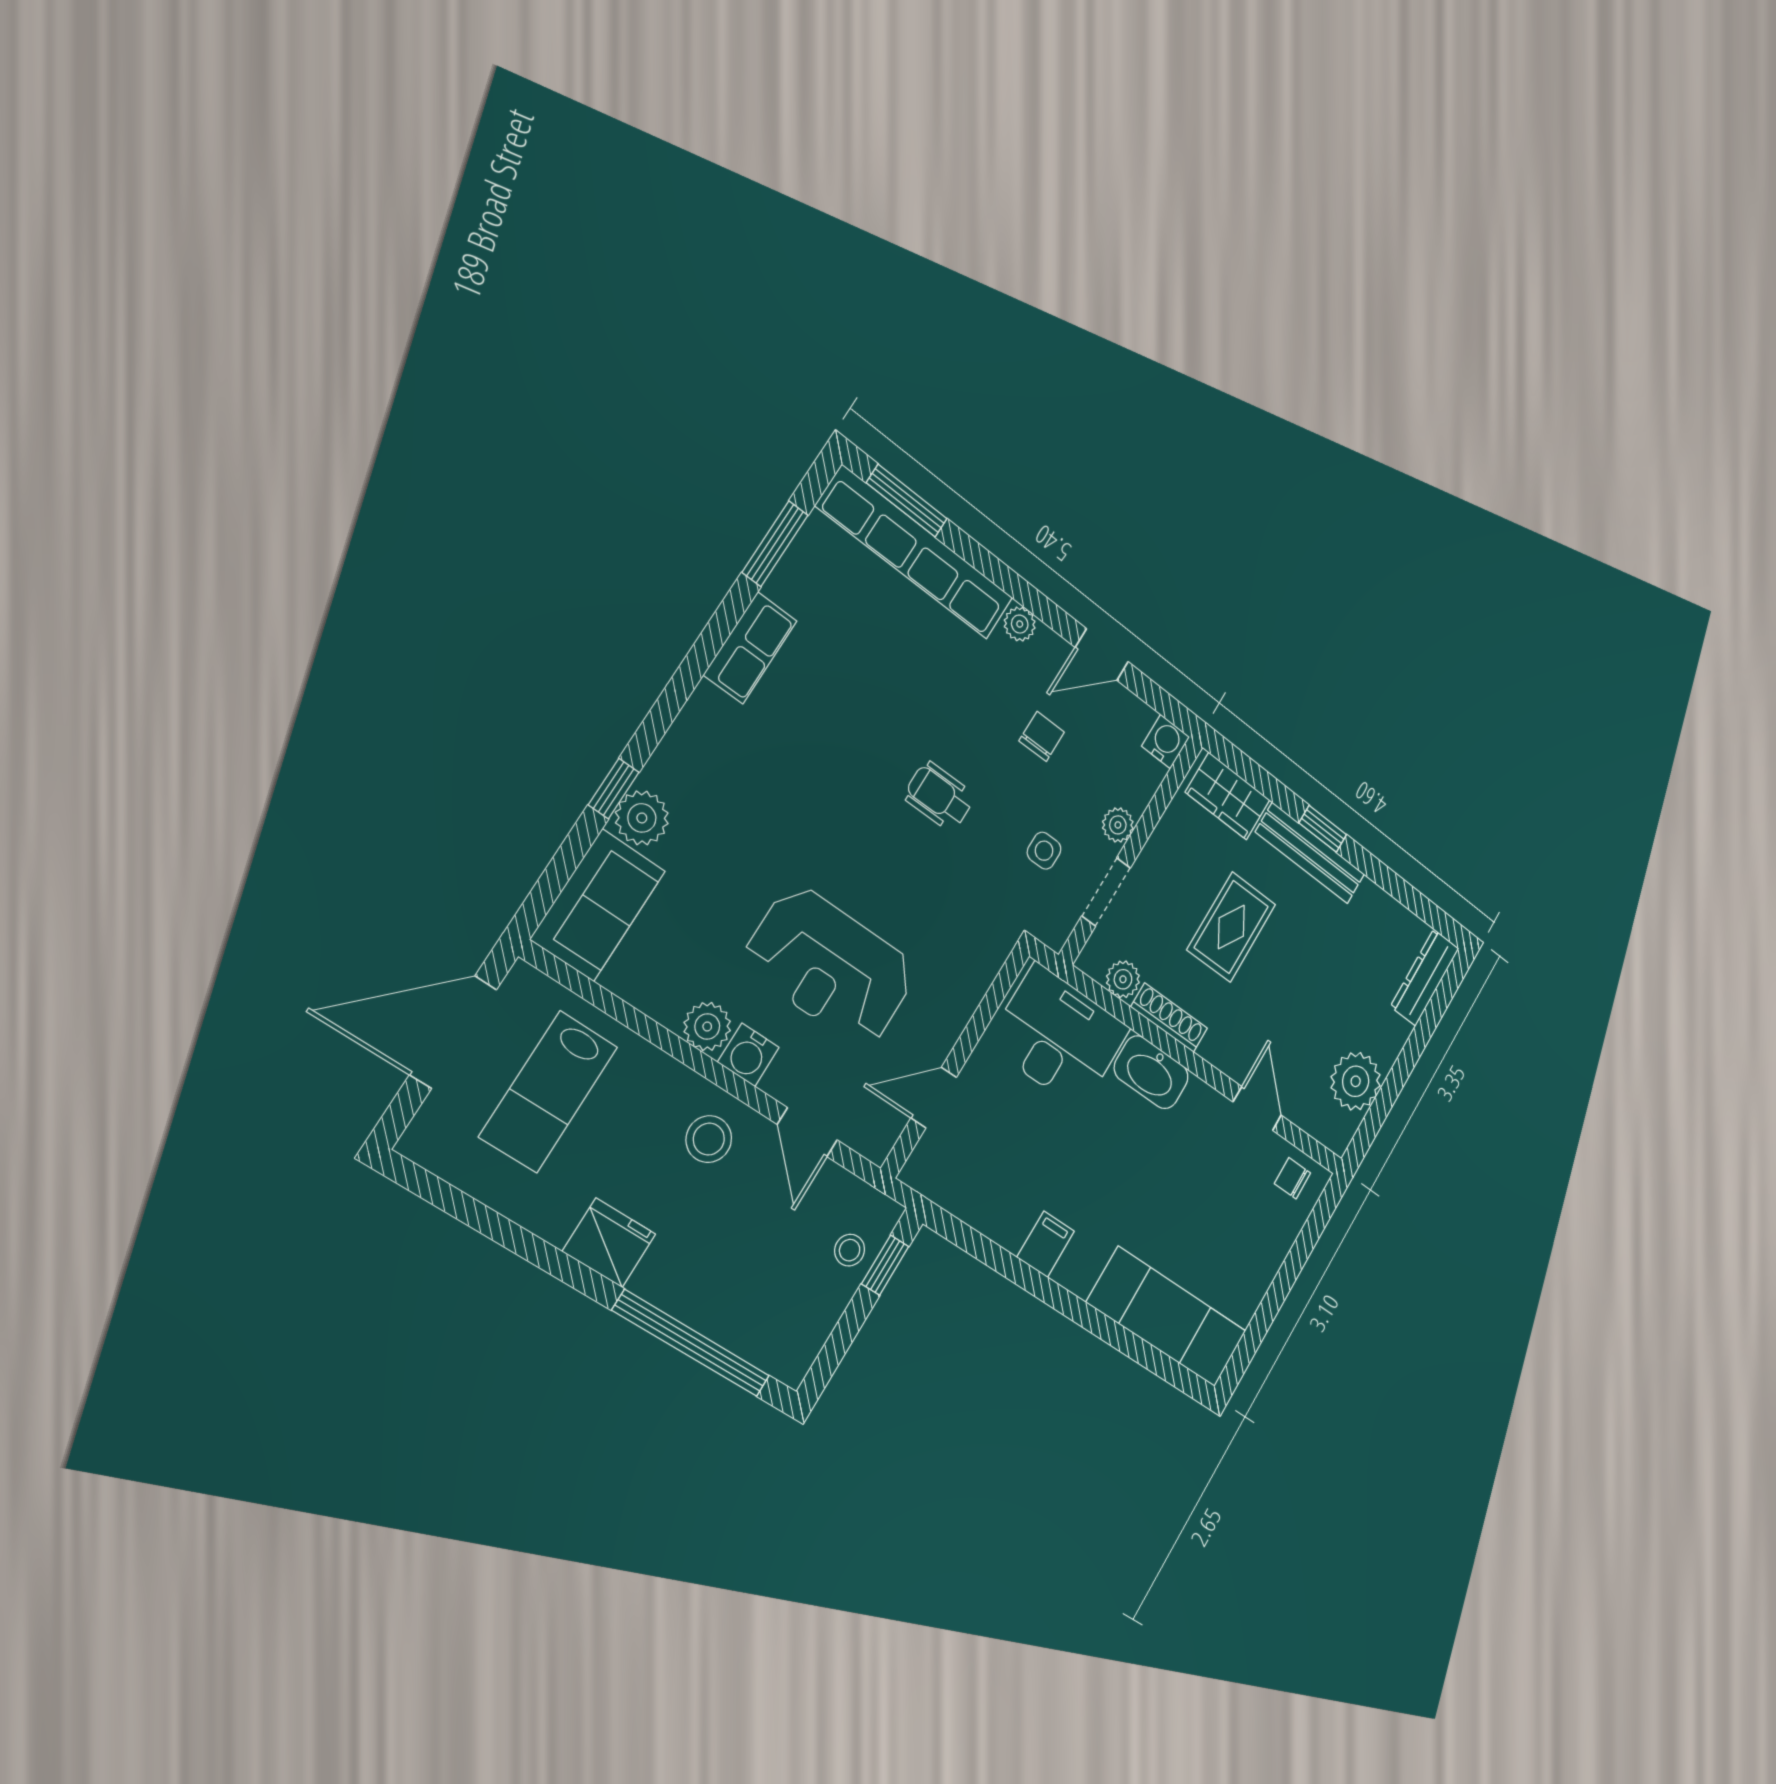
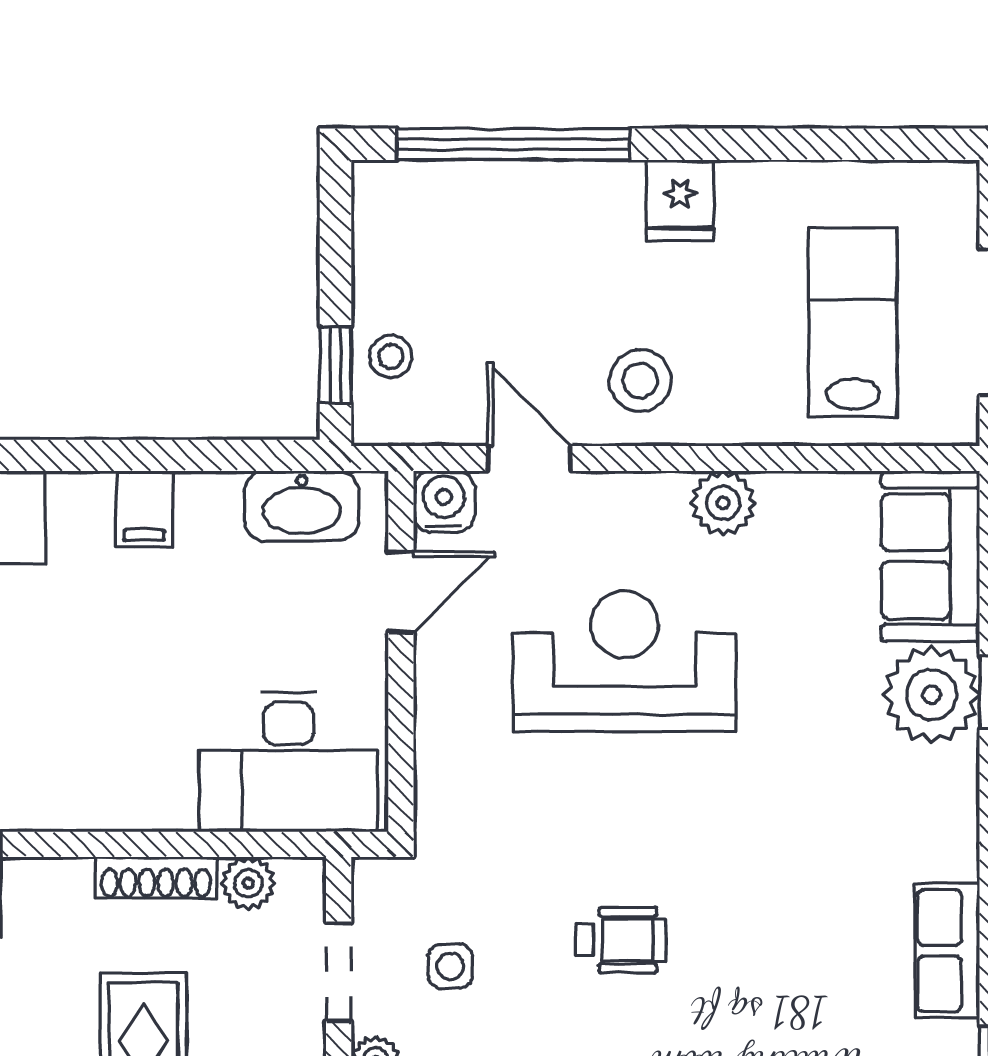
plant: (642, 818) -> (931, 695), width x1.36, depth x1.36
water cooler: (748, 1055) -> (444, 502), moved
washbasin: (1151, 1072) -> (302, 506), moved, turned 180
fridge: (609, 1243) -> (680, 200), width x0.72

